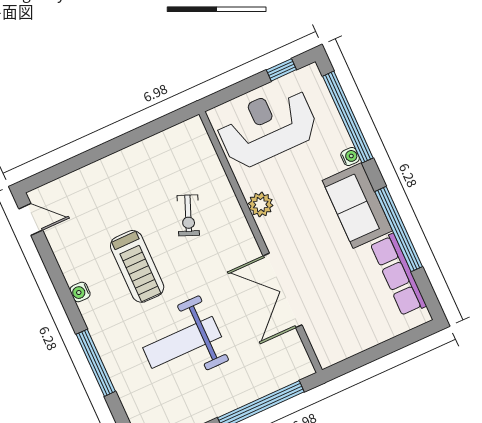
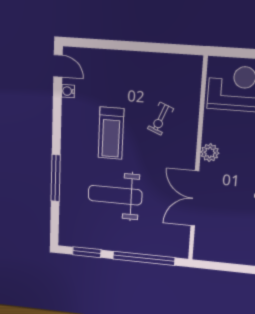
plant: (261, 205) -> (210, 153), moved
water cooler: (80, 292) -> (68, 91), moved

